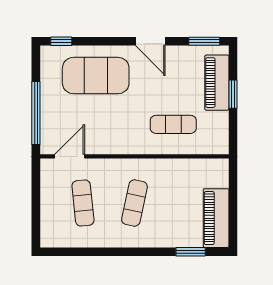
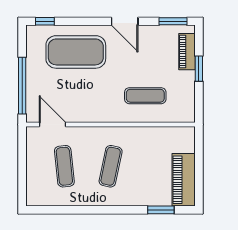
piano: (217, 83) -> (187, 52), width x0.73, depth x0.75
door: (70, 156) -> (52, 125), hinge flipped

